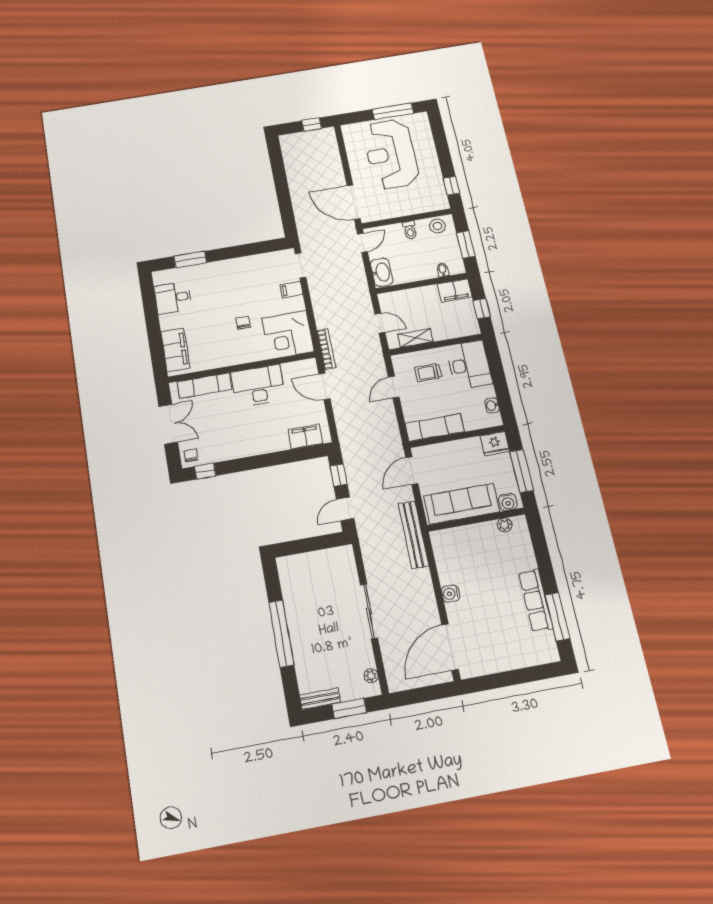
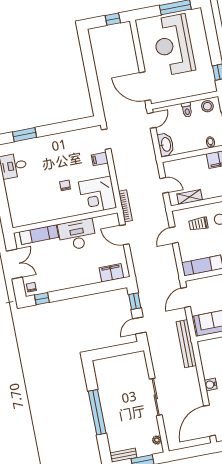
filing cabinet: (175, 350) -> (17, 207), removed

